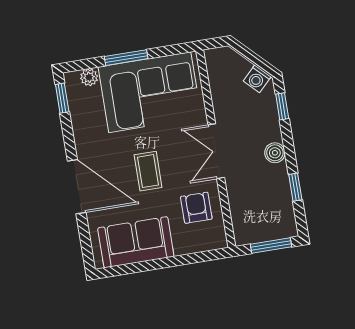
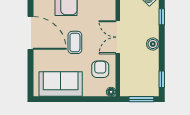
door: (77, 187) -> (31, 33), moved
window: (295, 187) -> (162, 79), moved
floor lamp: (220, 242) -> (111, 92), added

